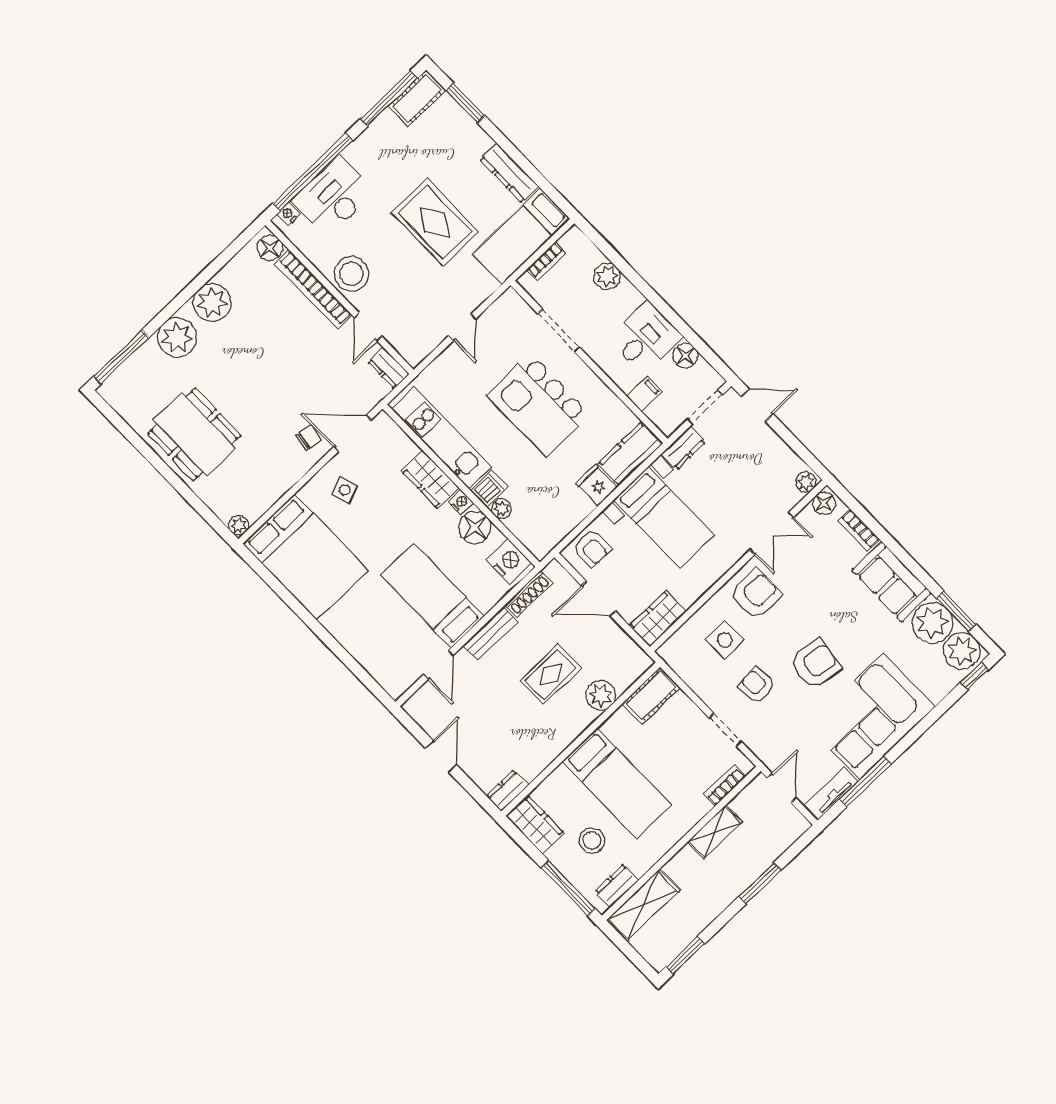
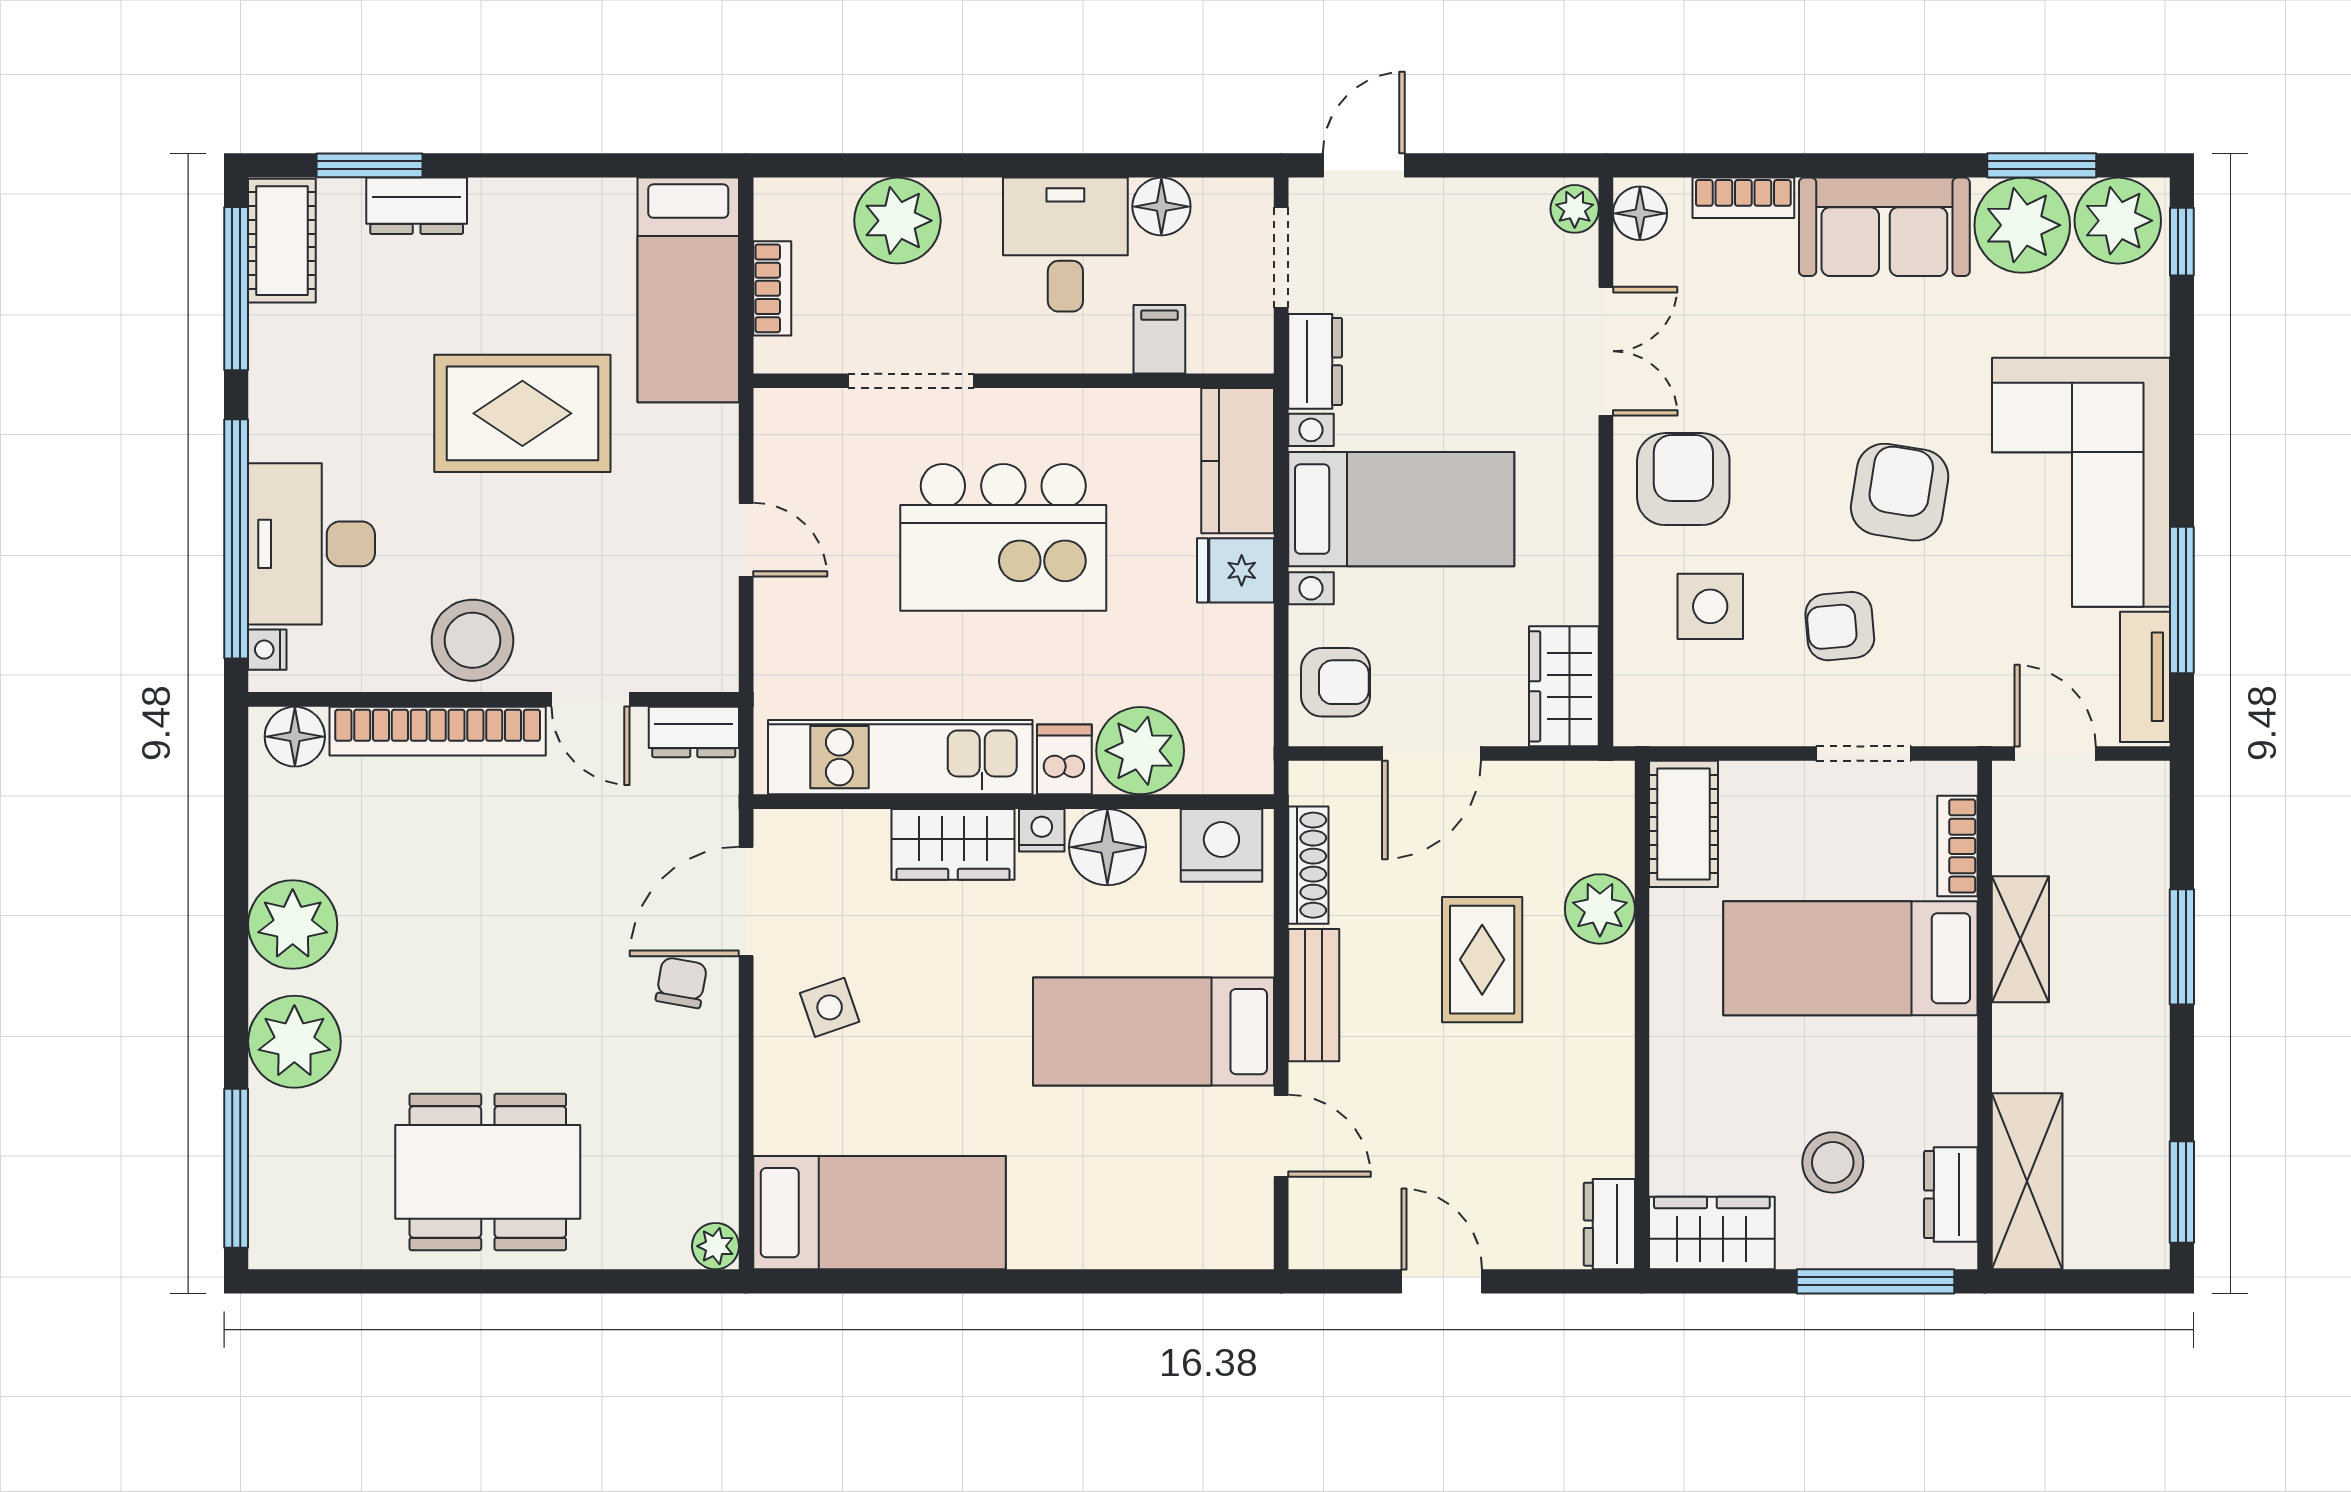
dresser: (509, 173) -> (417, 206), moved, width x0.70
plant: (607, 276) -> (897, 221), width x1.36, depth x1.36
plant: (502, 509) -> (1140, 751), width x1.87, depth x1.87
bed: (305, 557) -> (879, 1213), width x0.67
bed: (617, 783) -> (1850, 958), moved, turned 180

